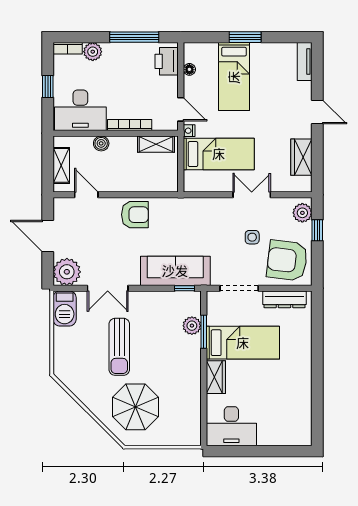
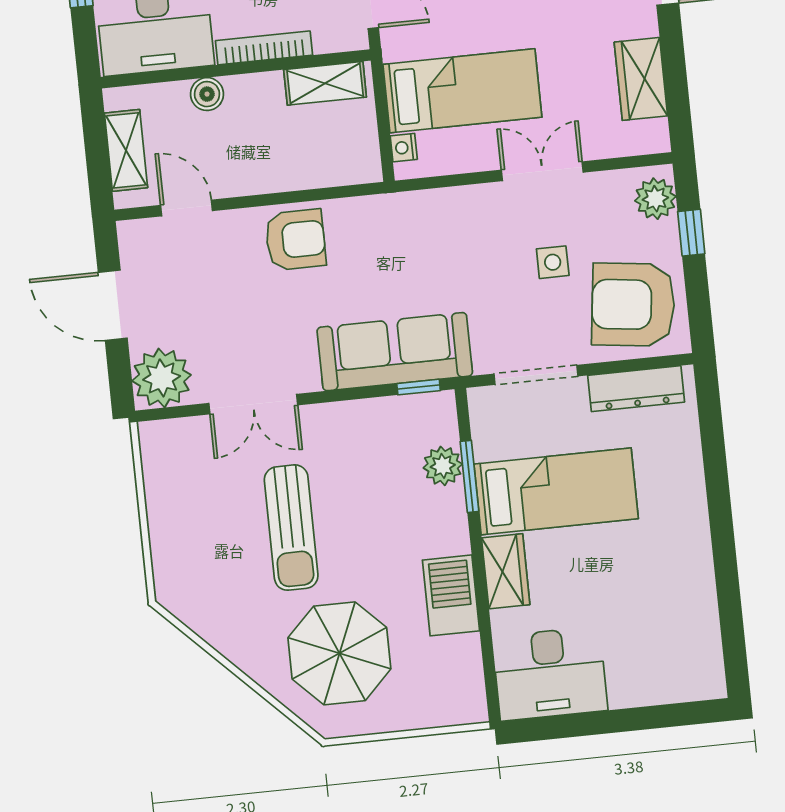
nightstand: (189, 131) -> (404, 148), moved
barbecue: (65, 308) -> (451, 595), moved, turned 180

